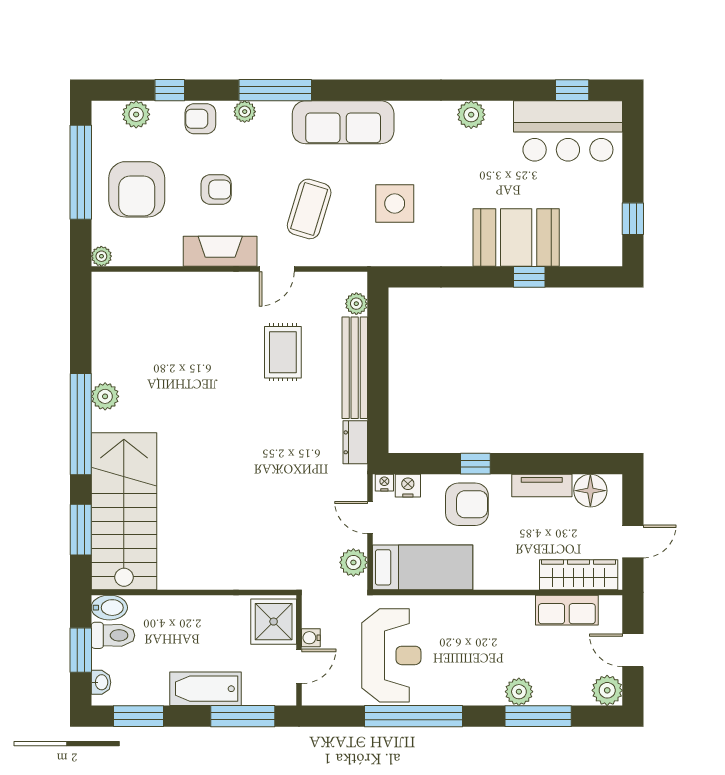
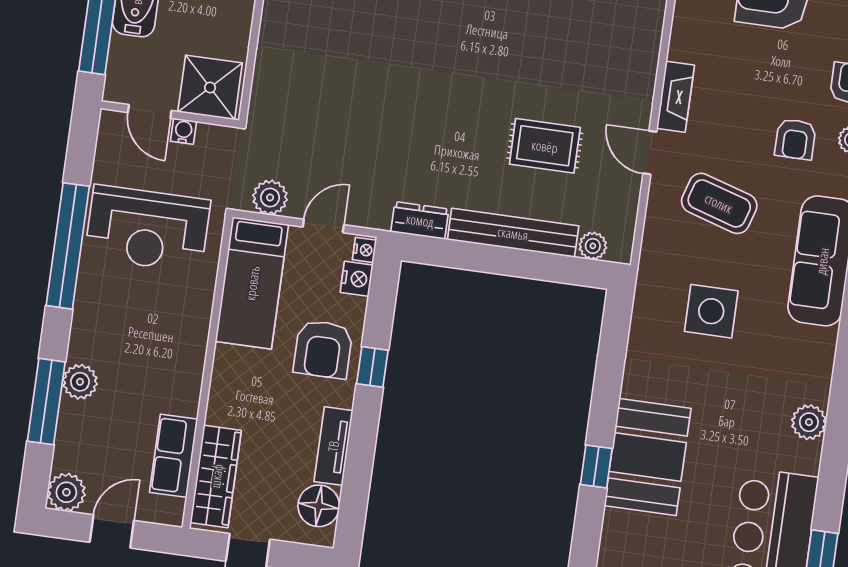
armchair: (216, 190) -> (795, 139), moved
fireplace: (220, 251) -> (676, 97), width x0.73, depth x0.76

